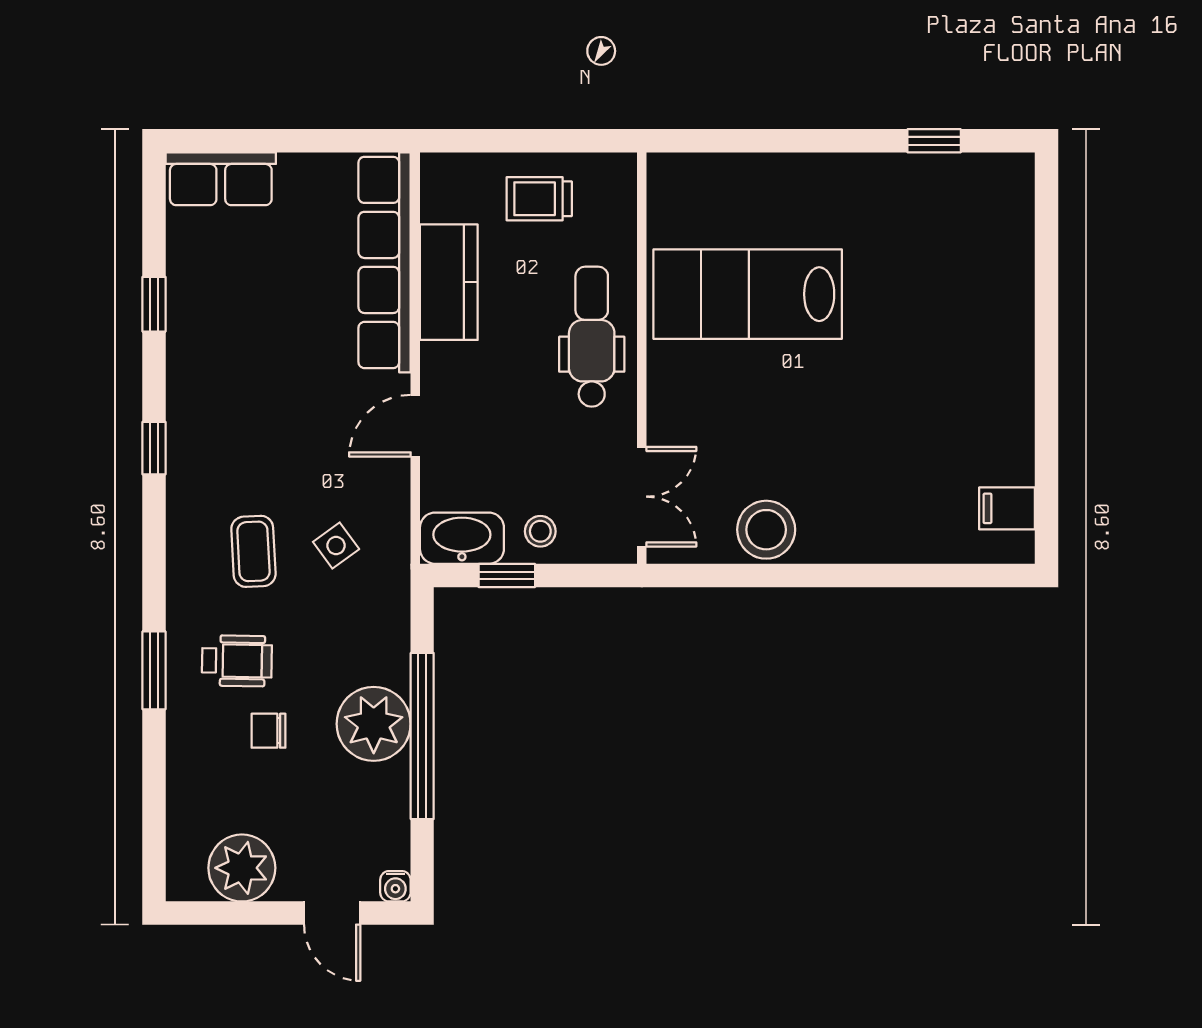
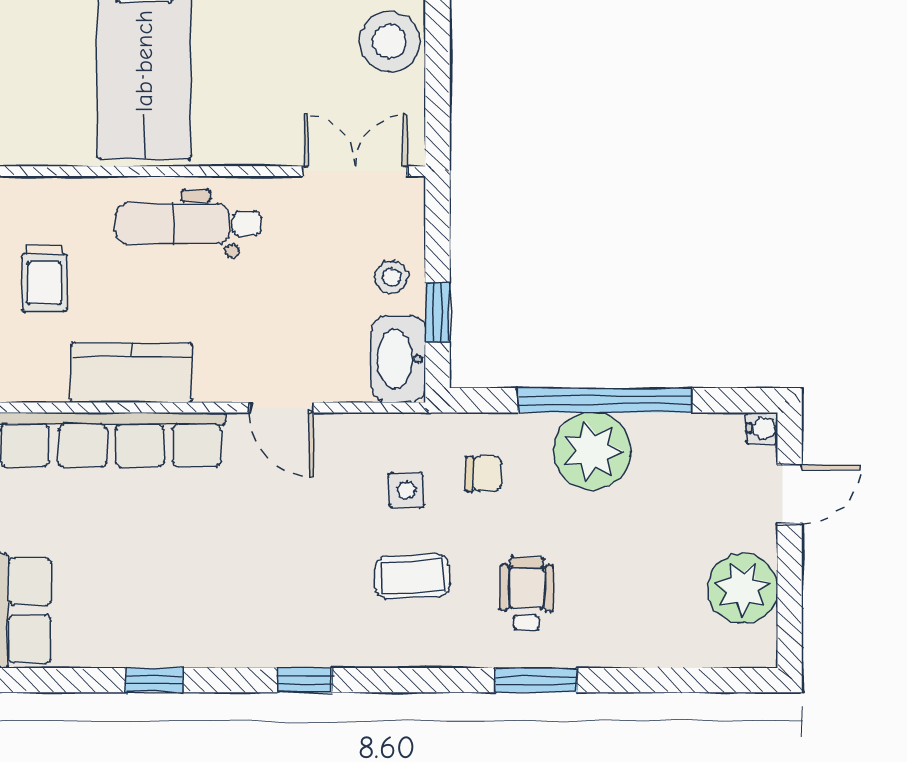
side table: (336, 546) -> (406, 490), turned 36
chair: (268, 731) -> (484, 474), moved, turned -90

